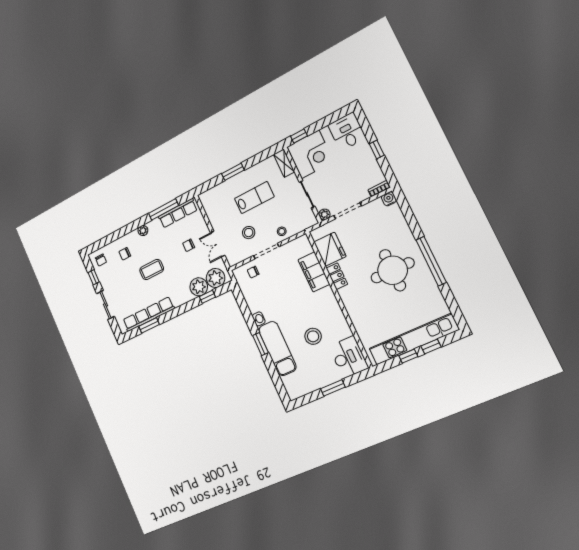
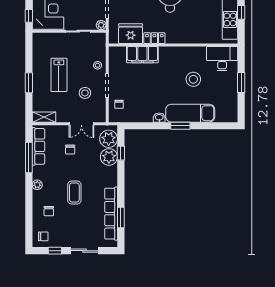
shelving: (284, 163) -> (44, 117), moved
lab bench: (254, 198) -> (59, 75), turned 180

